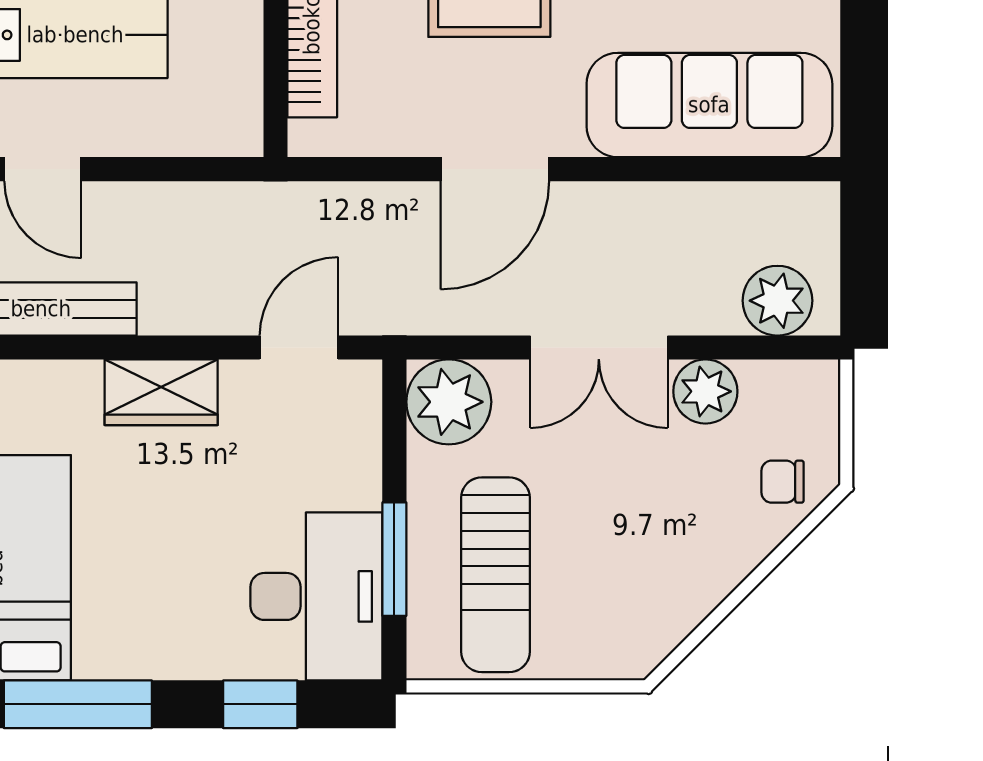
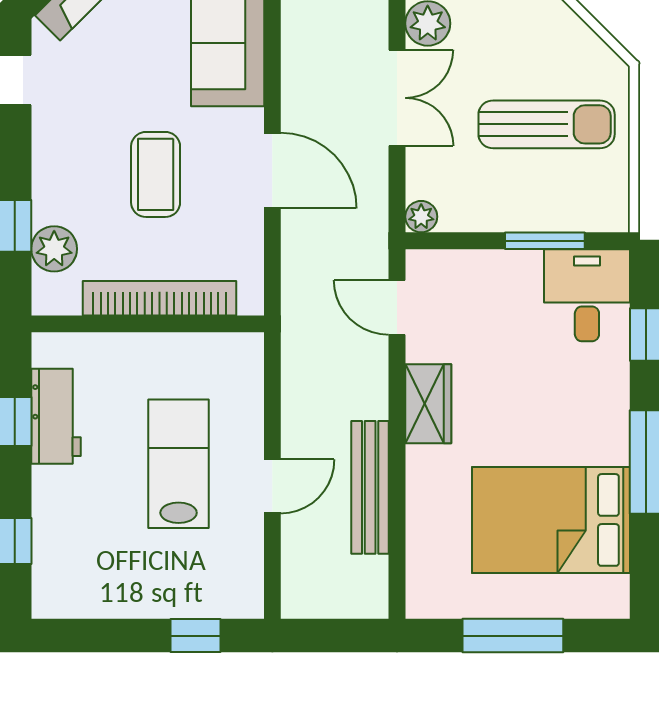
plant: (449, 402) -> (421, 217), width x0.53, depth x0.53
sun lounger: (495, 575) -> (547, 124), moved
desk: (316, 596) -> (587, 295), width x0.73

